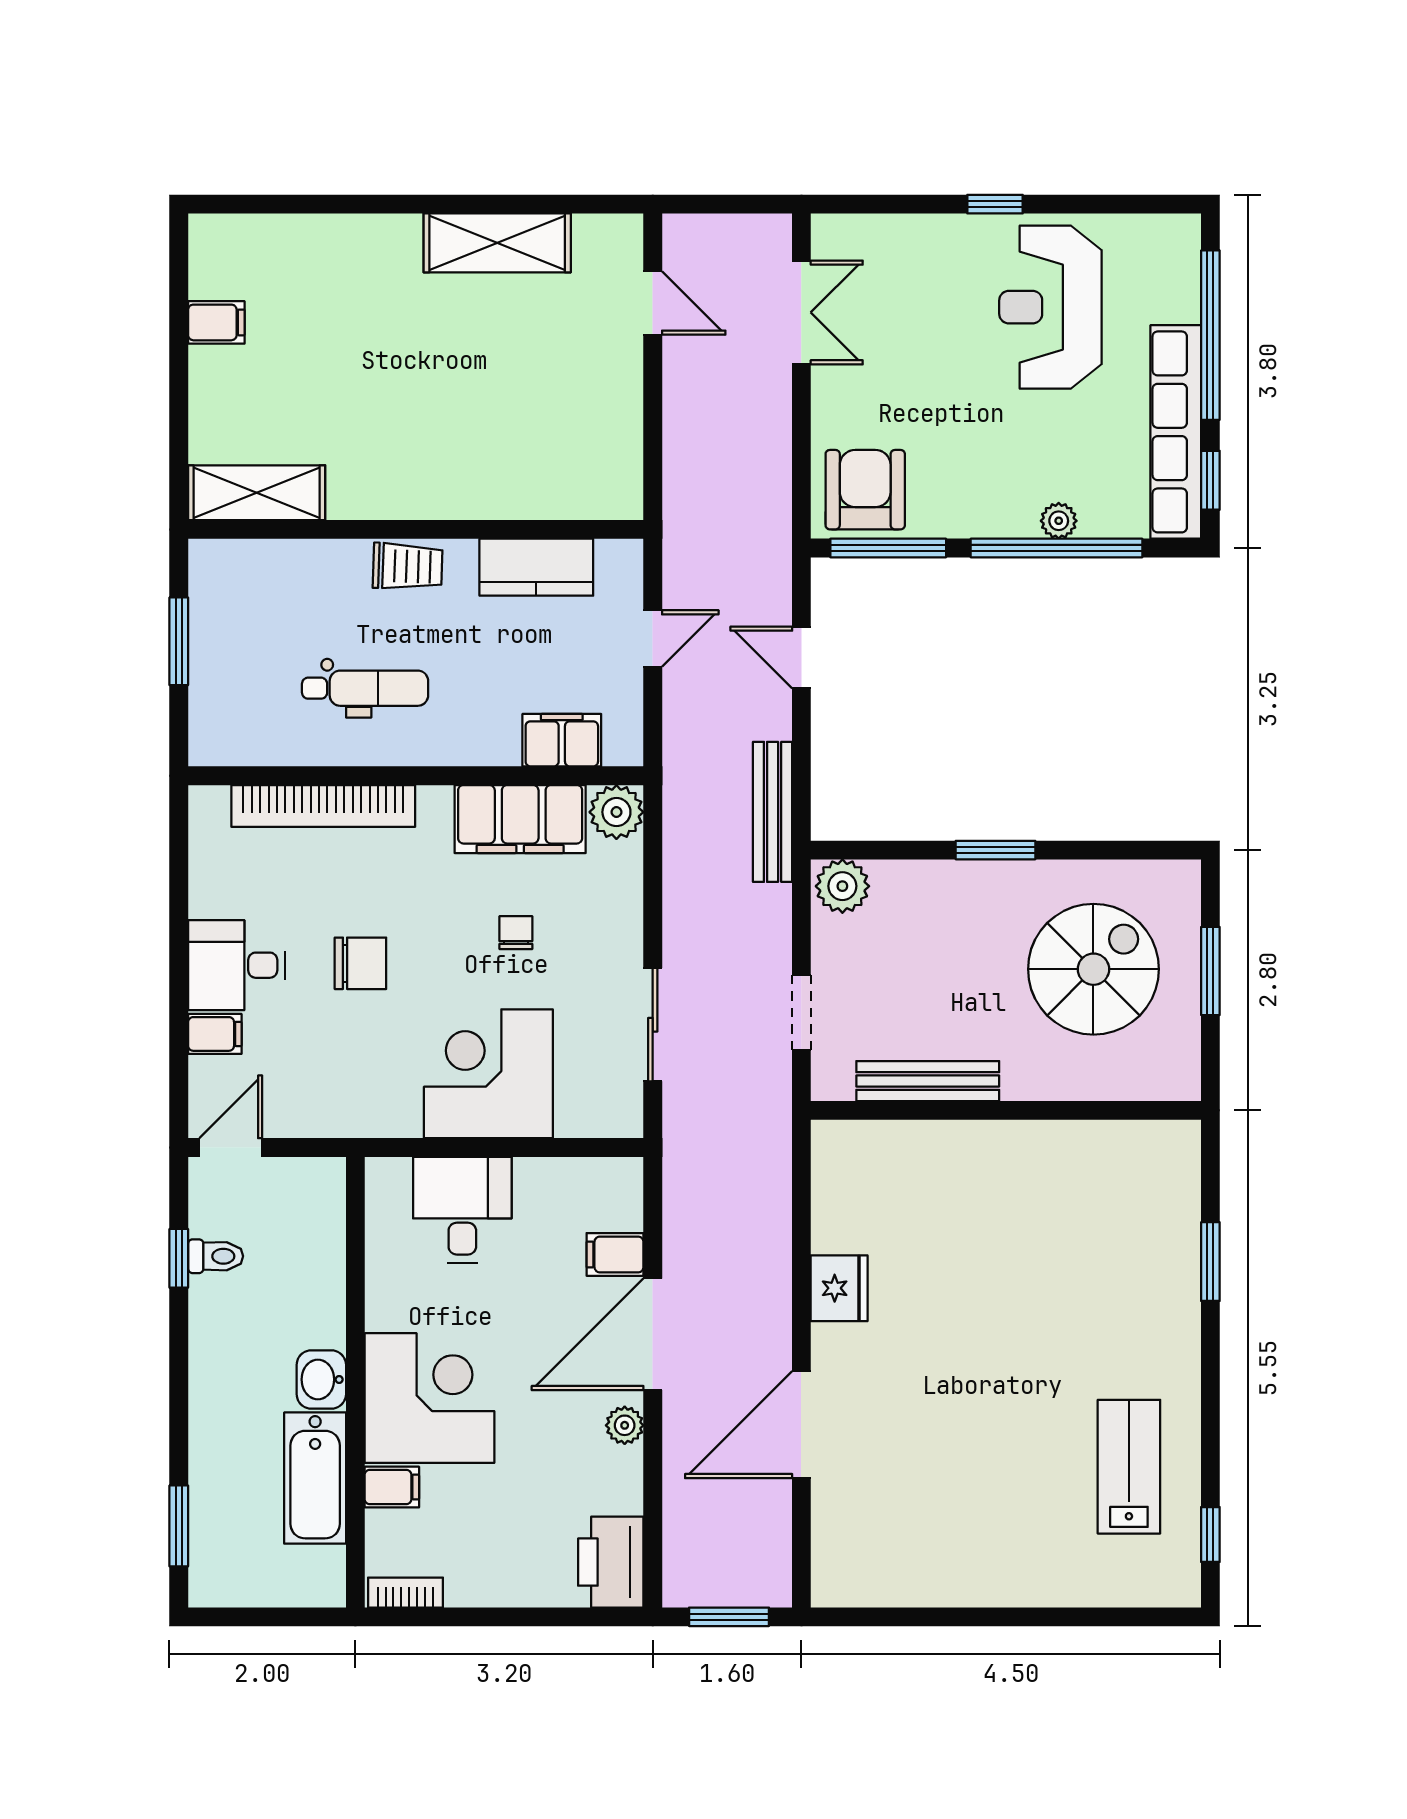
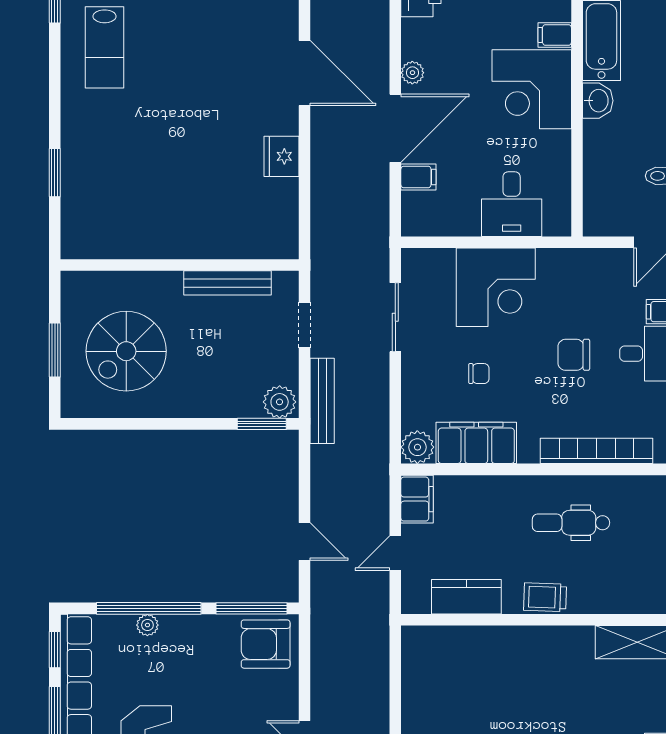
armchair: (865, 490) -> (266, 644), turned 90
filing cabinet: (562, 740) -> (417, 499), moved, turned -90
bench: (773, 812) -> (322, 401), moved
window: (996, 850) -> (262, 424), moved
chair: (516, 933) -> (479, 374), turned -90
door: (801, 1425) -> (305, 73), hinge flipped

